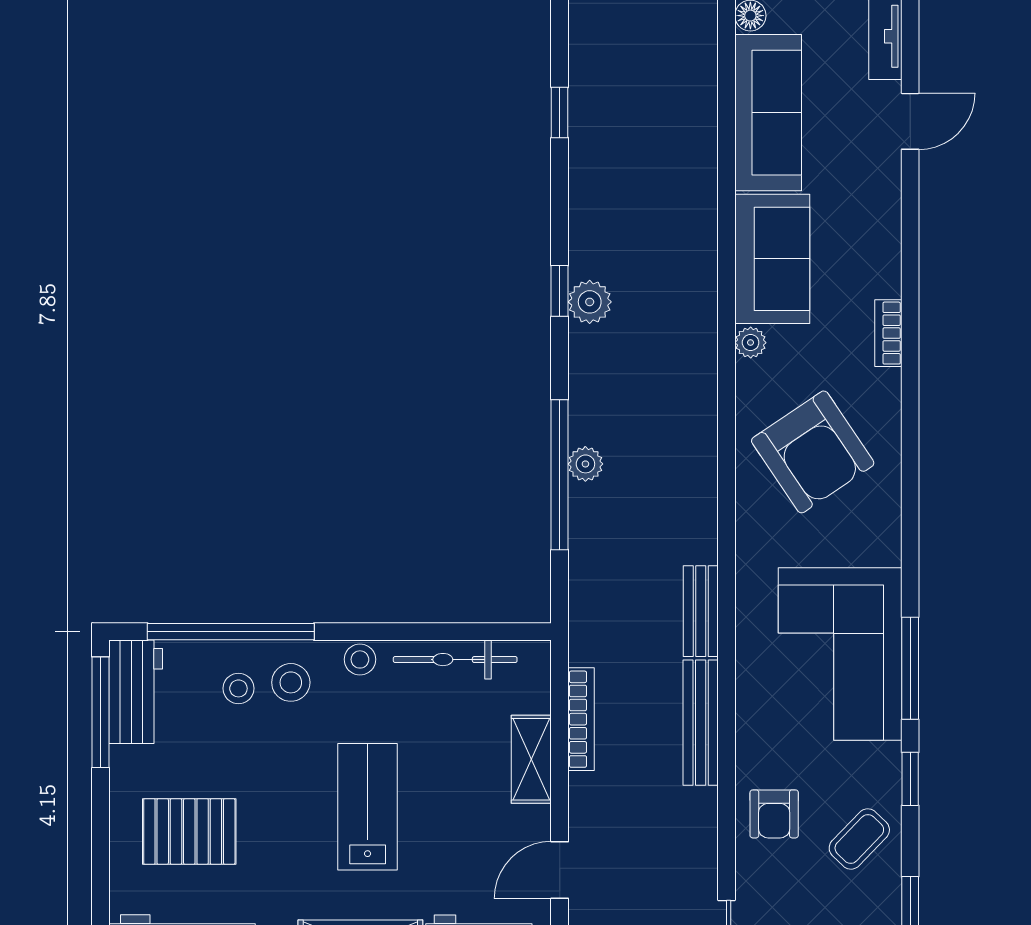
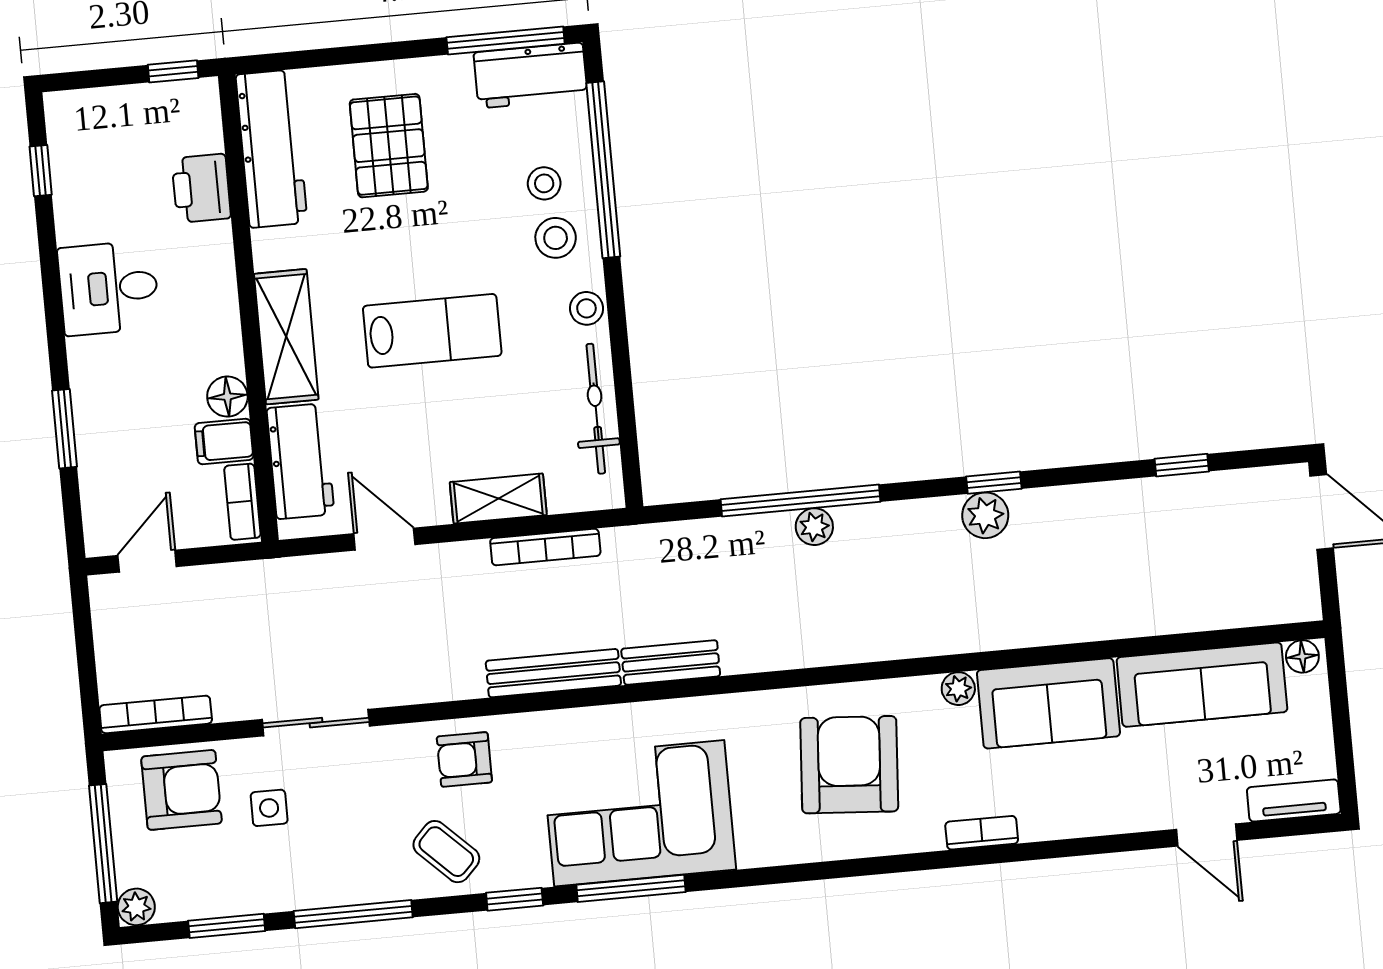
armchair: (813, 452) -> (849, 765), turned 128

